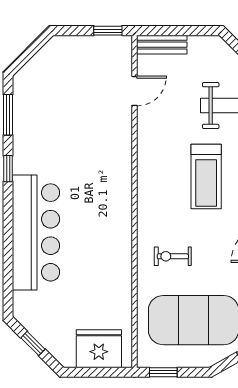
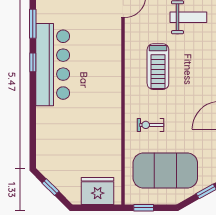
treadmill: (206, 177) -> (158, 67), moved
bar counter: (36, 232) -> (53, 65), moved

